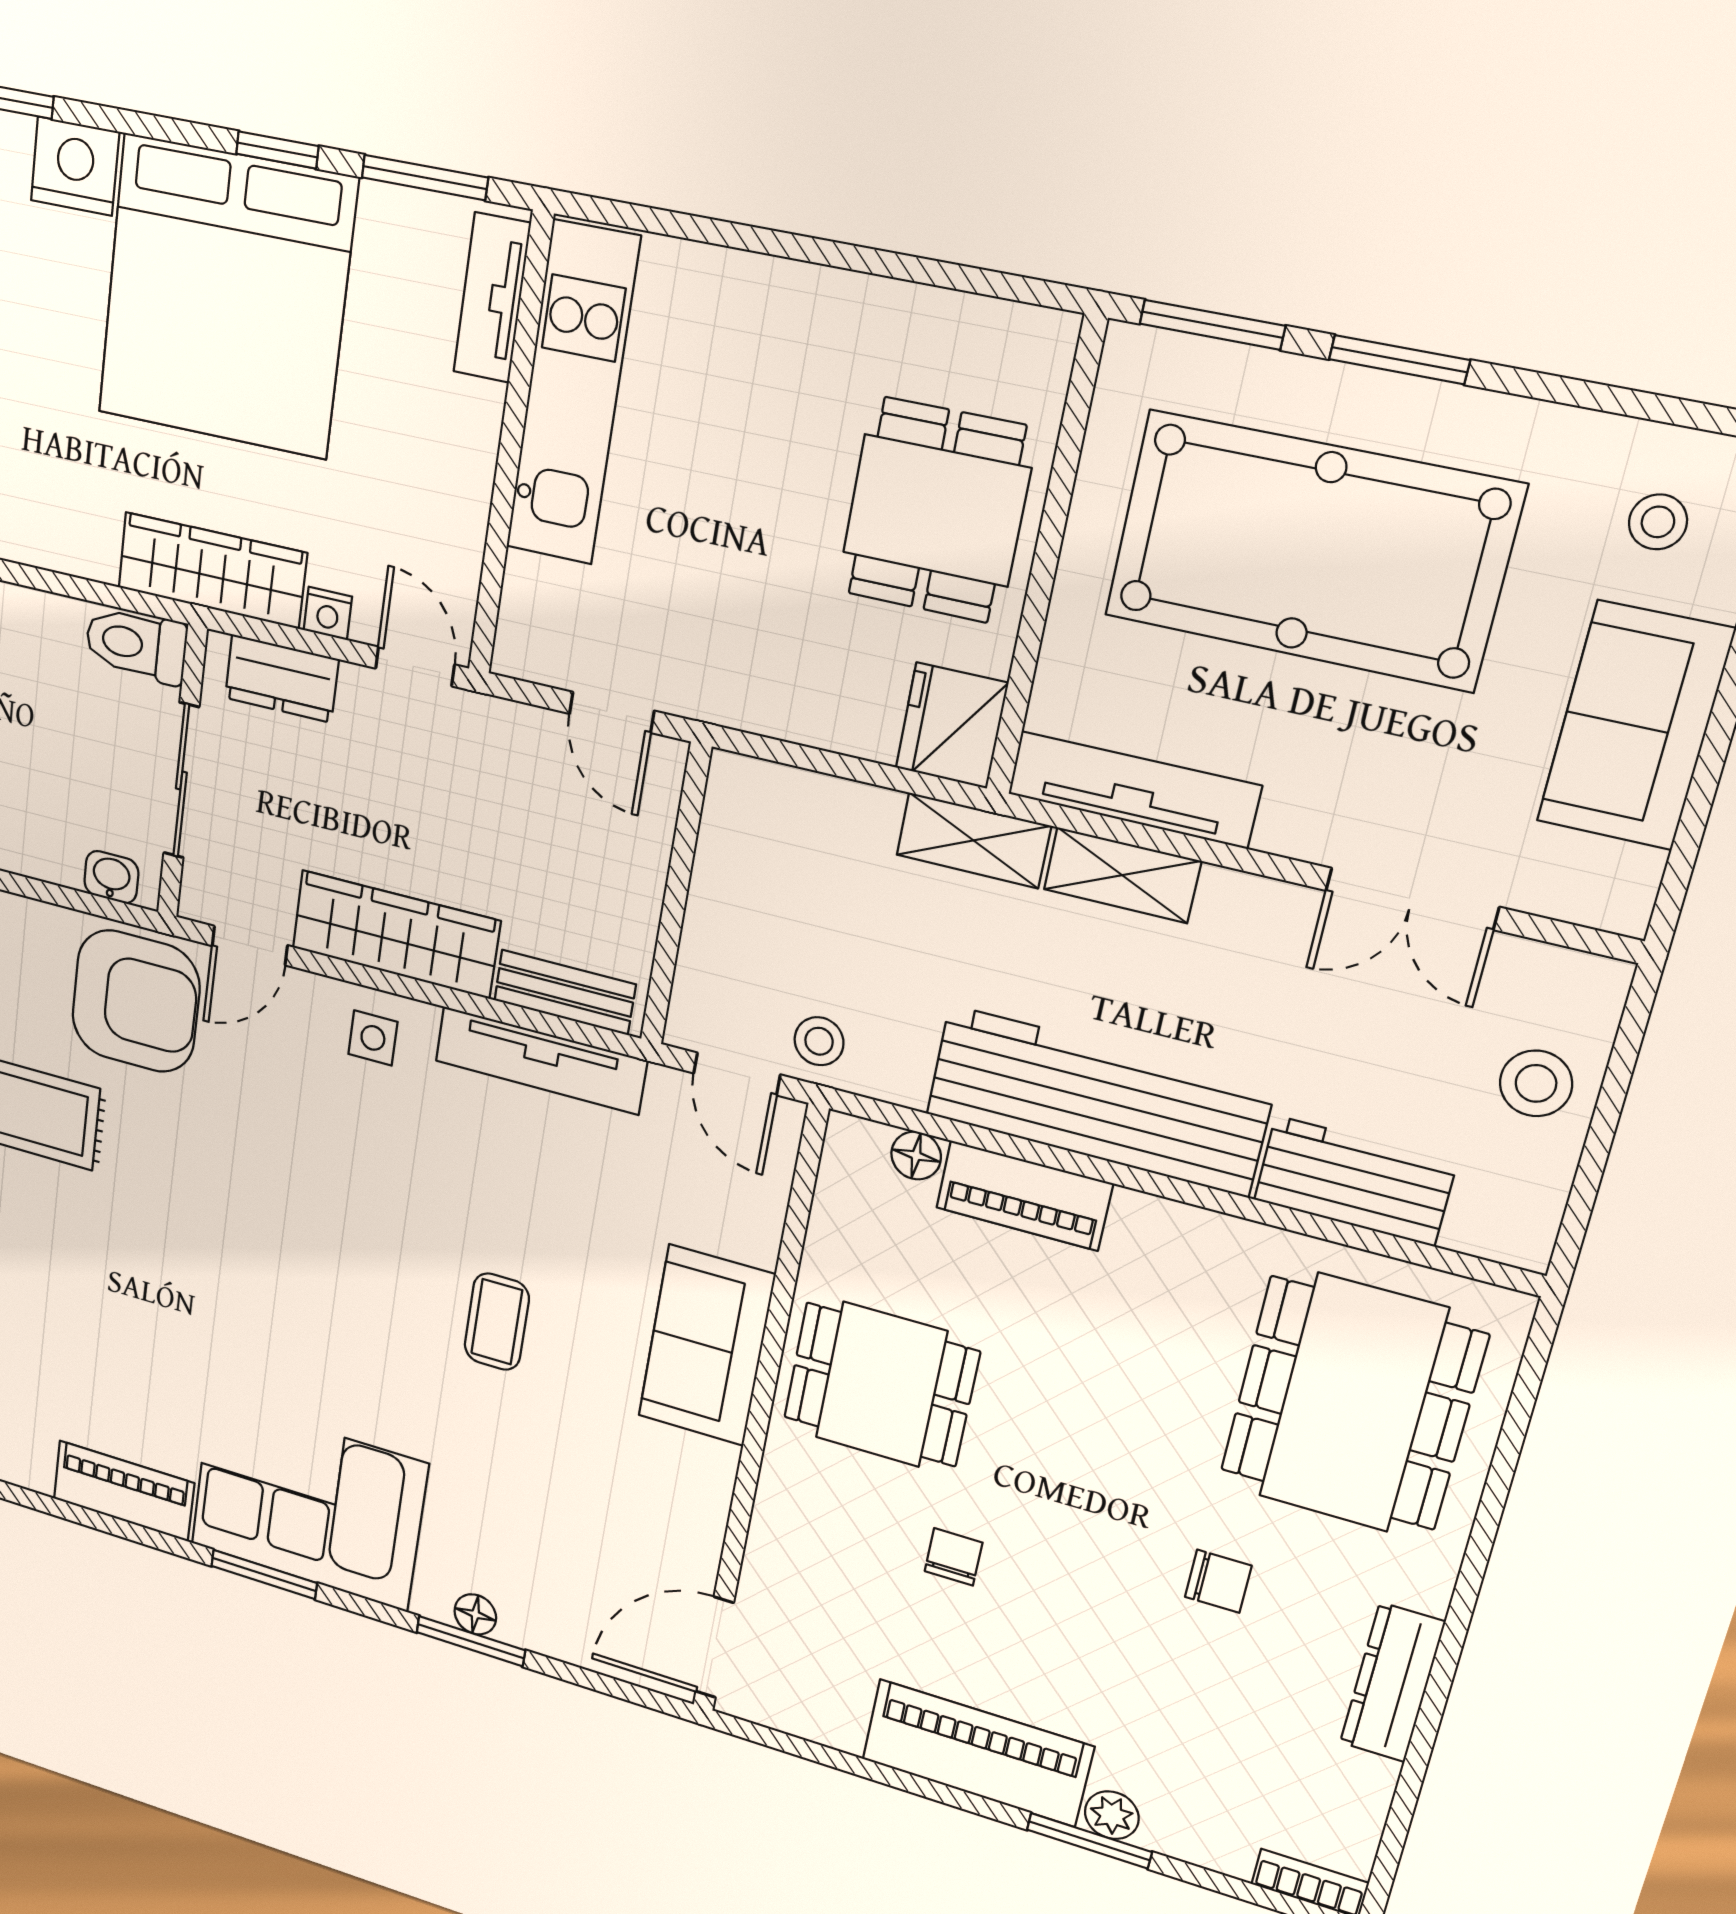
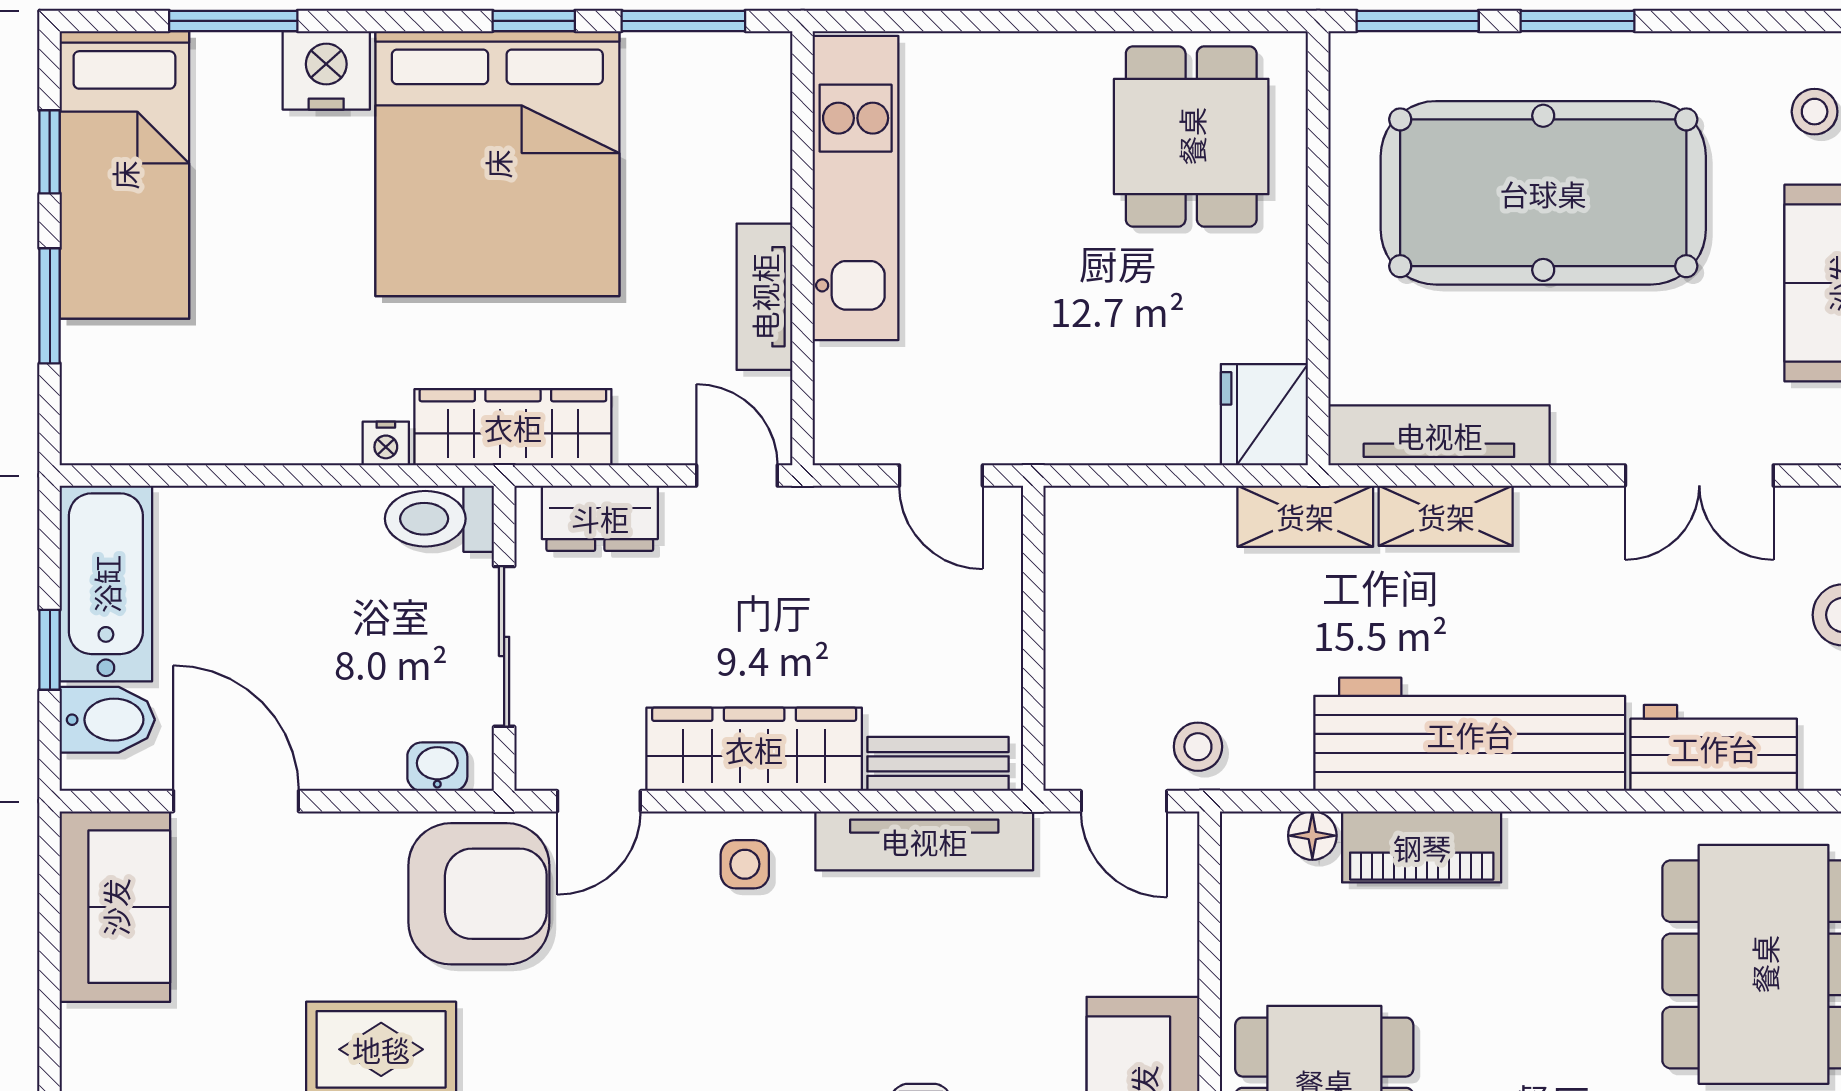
tv unit: (492, 298) -> (764, 297), moved
dining table: (936, 510) -> (1191, 136), moved
nightstand: (328, 613) -> (386, 443), moved

